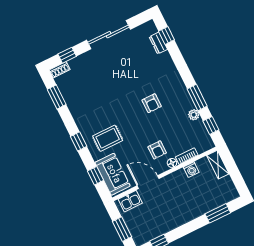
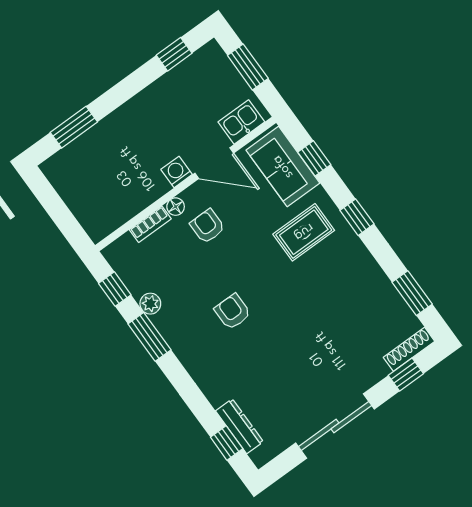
dresser: (158, 43) -> (239, 426), width x1.44
shoe rack: (60, 70) -> (409, 349), width x1.43
shelving: (218, 165) -> (89, 218), removed
washing machine: (191, 170) -> (177, 172), moved

